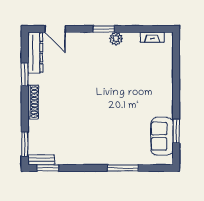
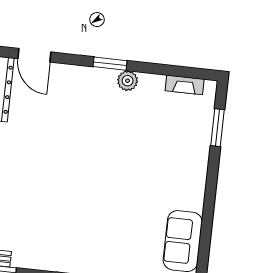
window: (176, 131) -> (217, 128), moved

